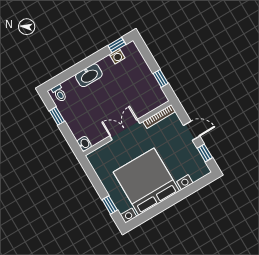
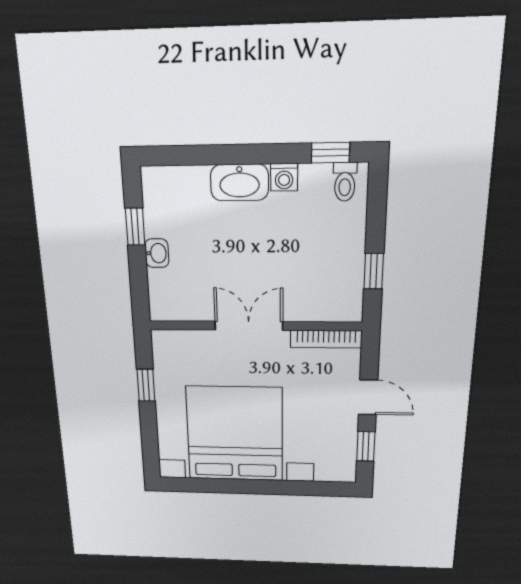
washing machine: (117, 56) -> (284, 177), moved
toilet: (59, 93) -> (345, 182), moved
washbasin: (84, 144) -> (157, 253), moved
window: (110, 205) -> (146, 385), moved

